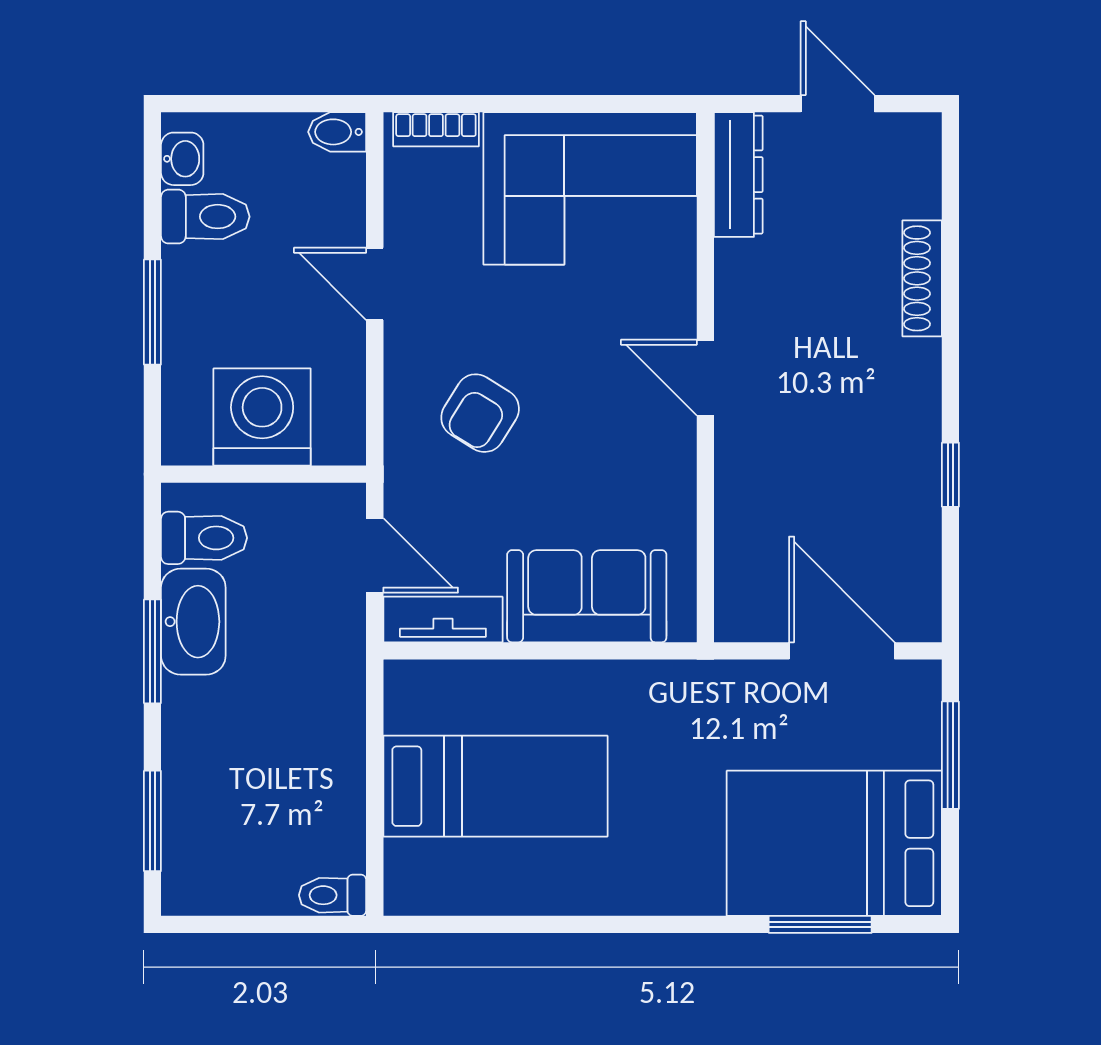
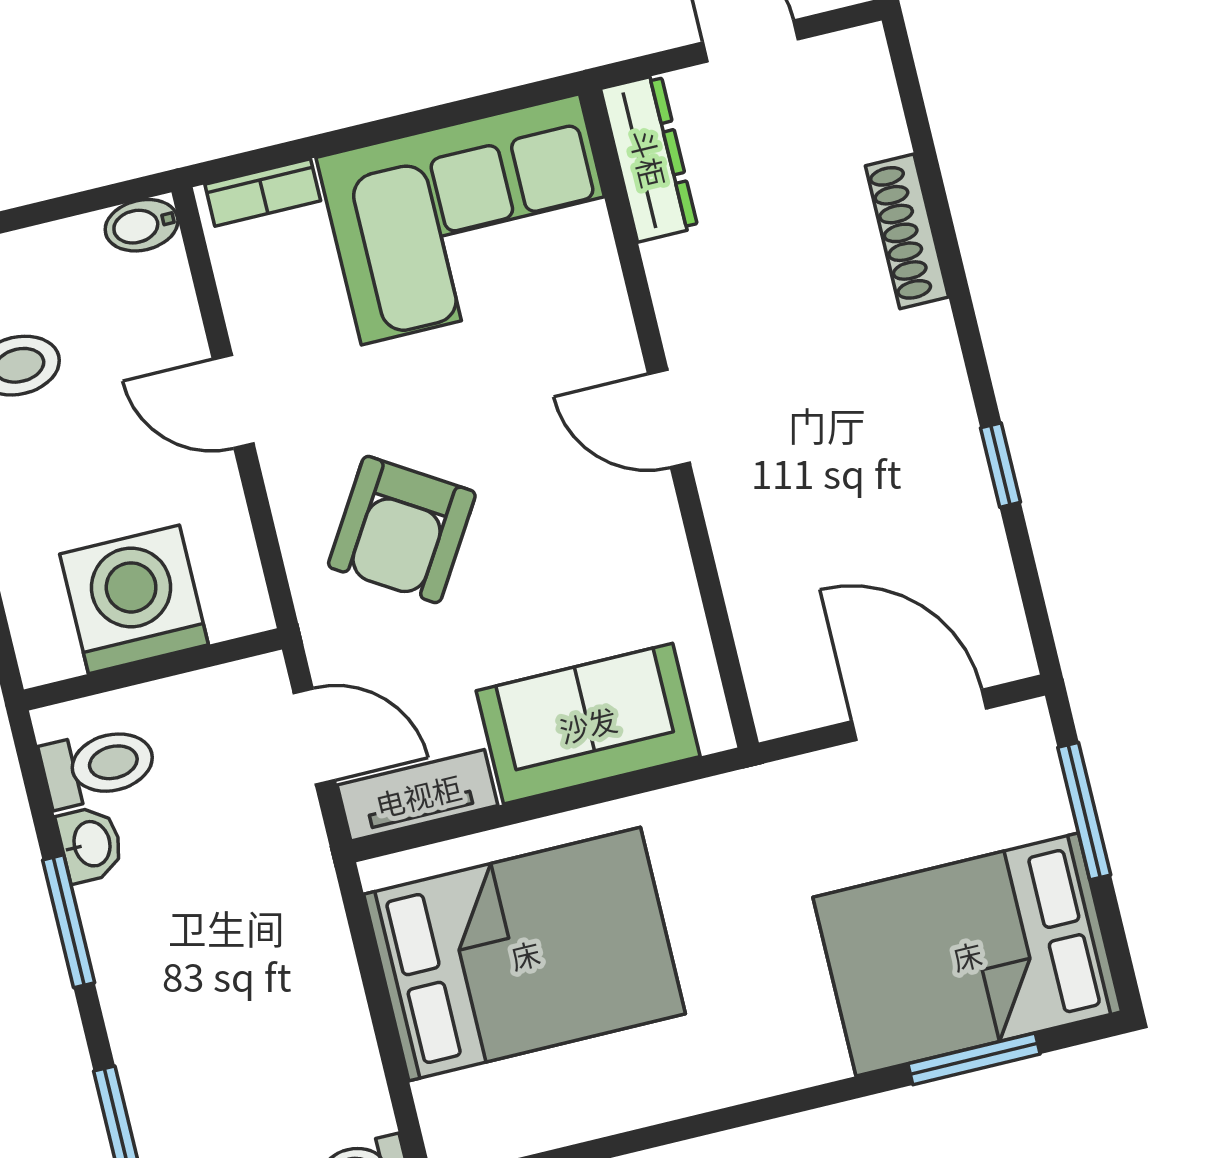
armchair: (480, 413) -> (402, 530), width x1.38, depth x1.38
washbasin: (193, 622) -> (90, 844), width x0.52, depth x0.69
bed: (495, 786) -> (525, 954), width x1.50

